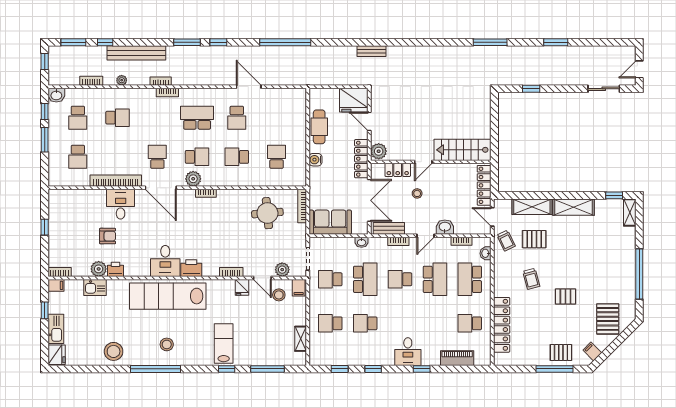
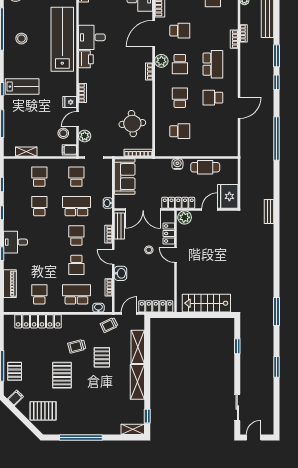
door: (639, 69) -> (254, 437), hinge flipped
stairs: (463, 150) -> (206, 303), moved, turned -90
pallet: (534, 239) -> (102, 357), moved
school desk: (365, 279) -> (76, 206), turned 180
school desk: (435, 279) -> (76, 265), width x0.54
pallet: (565, 296) -> (62, 375), width x1.50, depth x1.42

